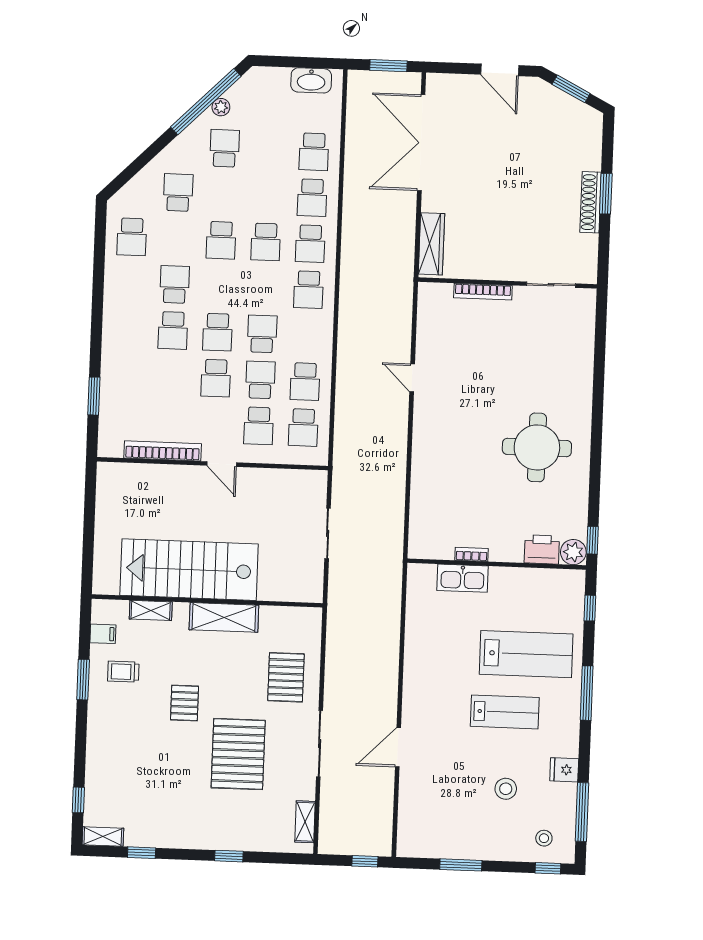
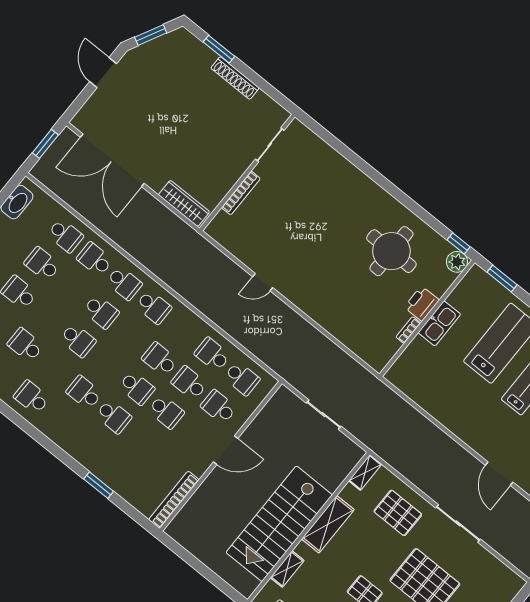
door: (500, 70) -> (103, 73), swing flipped
school desk: (269, 150) -> (42, 264), added
window: (606, 194) -> (219, 49), moved
school desk: (312, 198) -> (95, 259), turned 180
school desk: (132, 237) -> (32, 397), turned 180
school desk: (305, 382) -> (212, 355), turned 180
window: (94, 396) -> (99, 485), moved
school desk: (259, 426) -> (219, 407), turned 180
round table: (537, 447) -> (391, 251), moved
bookcase: (163, 451) -> (174, 500), moved
door: (222, 464) -> (226, 450), width x1.38
printer: (542, 549) -> (422, 304), moved
kitchen sink: (463, 578) -> (439, 323), moved
window: (590, 608) -> (502, 279), width x1.50
shelving: (305, 822) -> (365, 473), moved, turned 90

